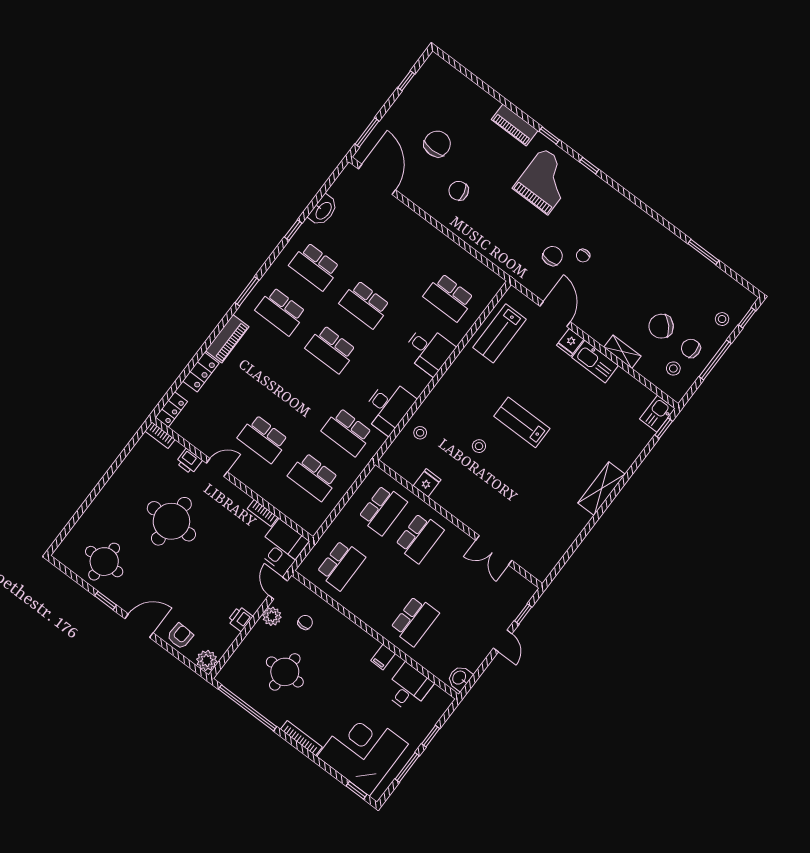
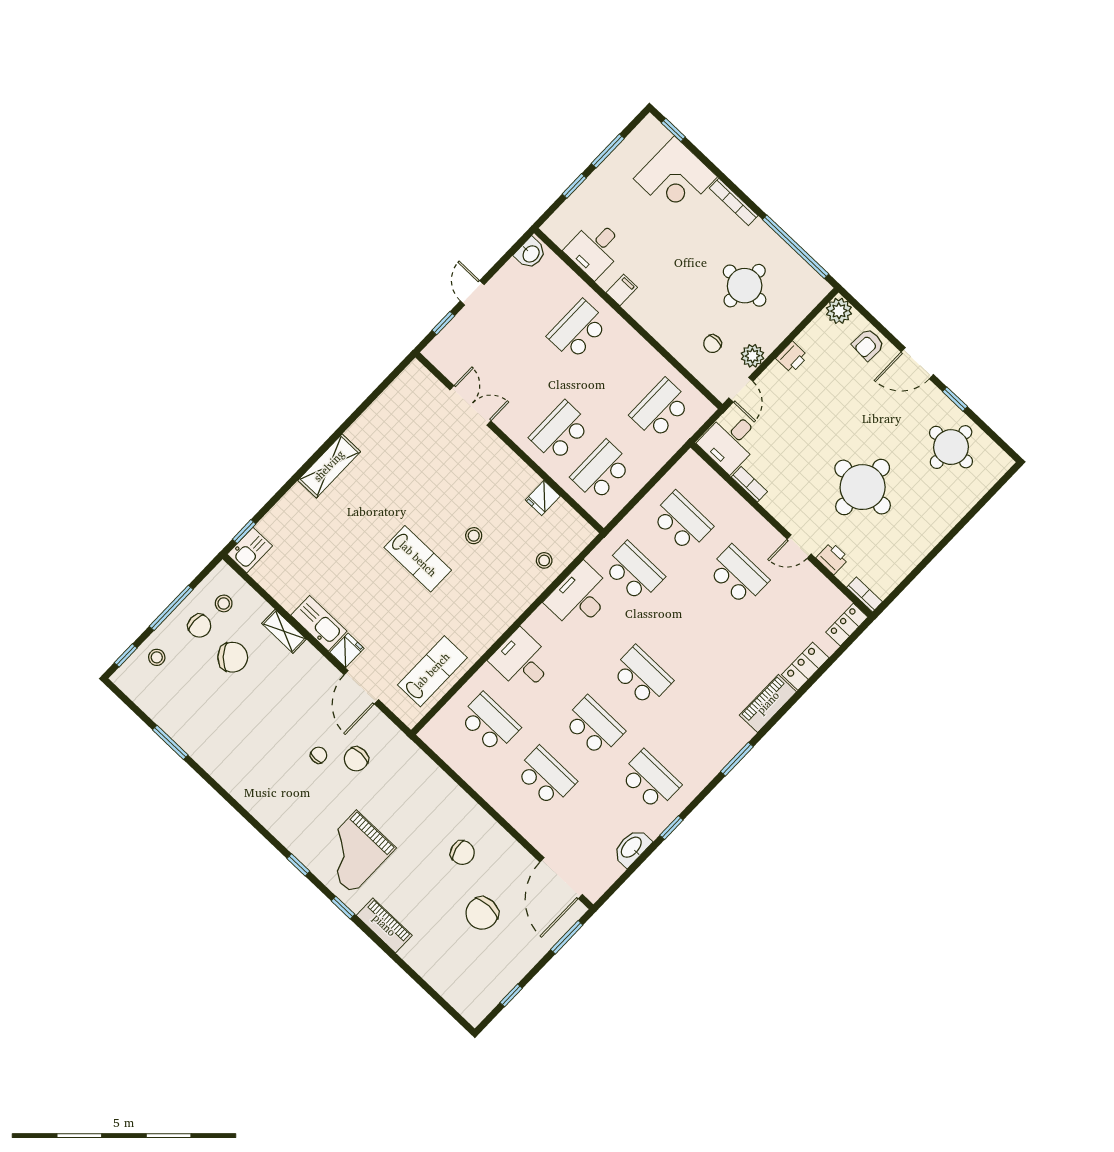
school desk: (281, 311) -> (546, 777), moved
corner desk: (363, 750) -> (675, 178), width x0.74, depth x0.74

